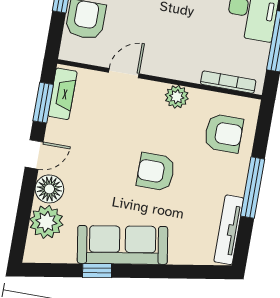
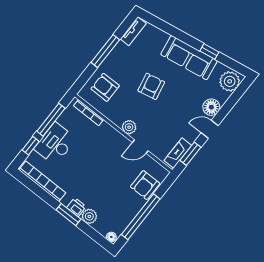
plant: (177, 97) -> (129, 127), moved
armchair: (156, 172) -> (151, 86), turned -102
plant: (46, 222) -> (230, 81), moved
tv unit: (229, 230) -> (133, 31), width x0.71

